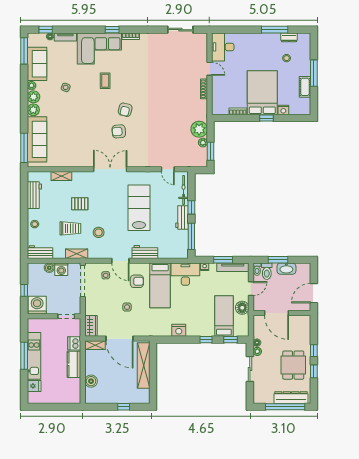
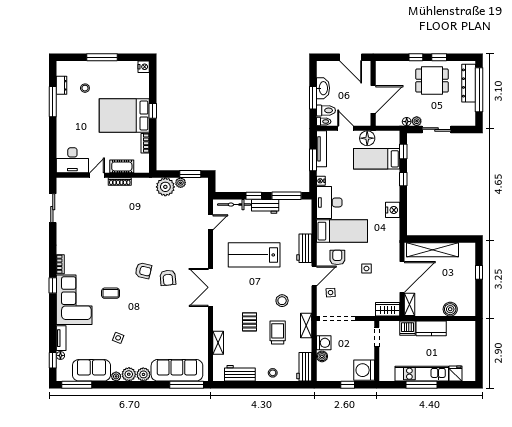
cot: (305, 87) -> (122, 166), moved
nightstand: (283, 110) -> (144, 67), moved

